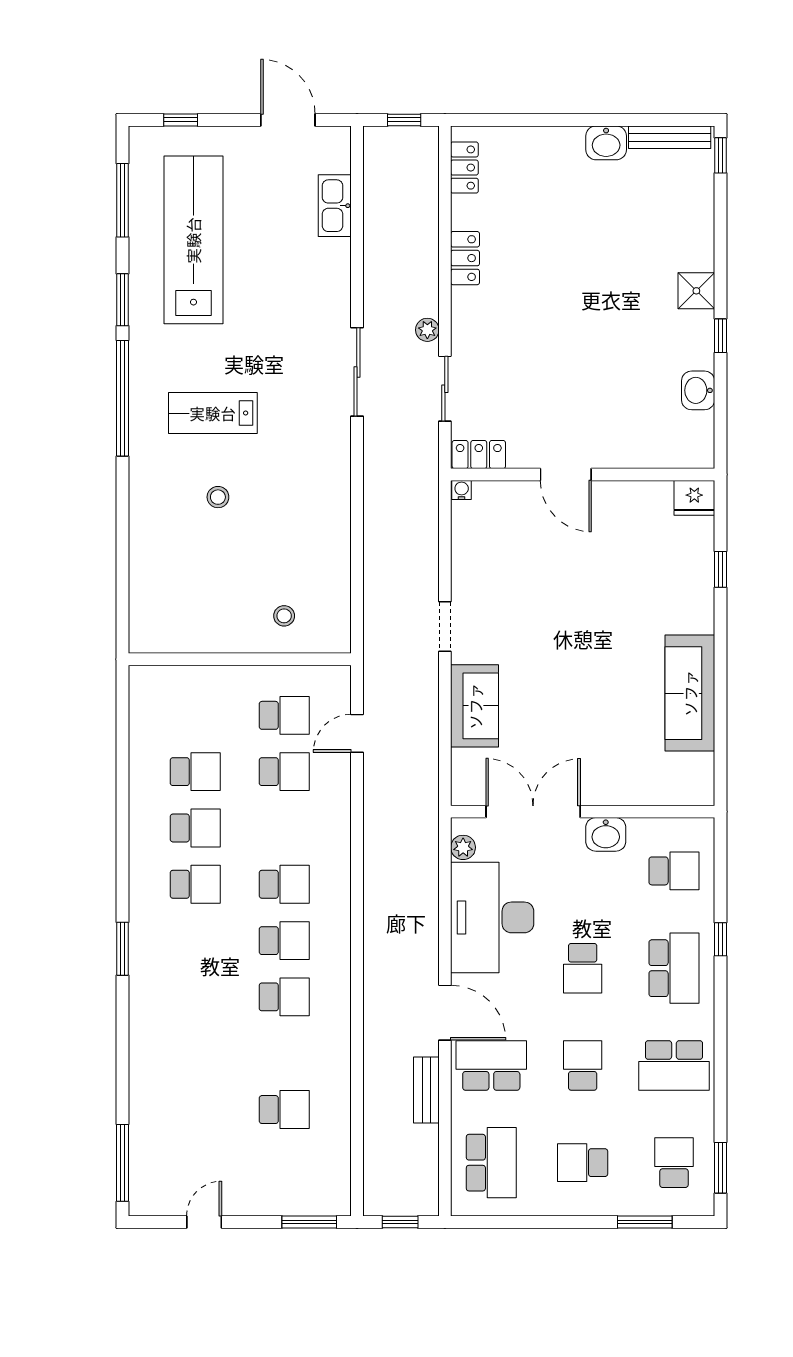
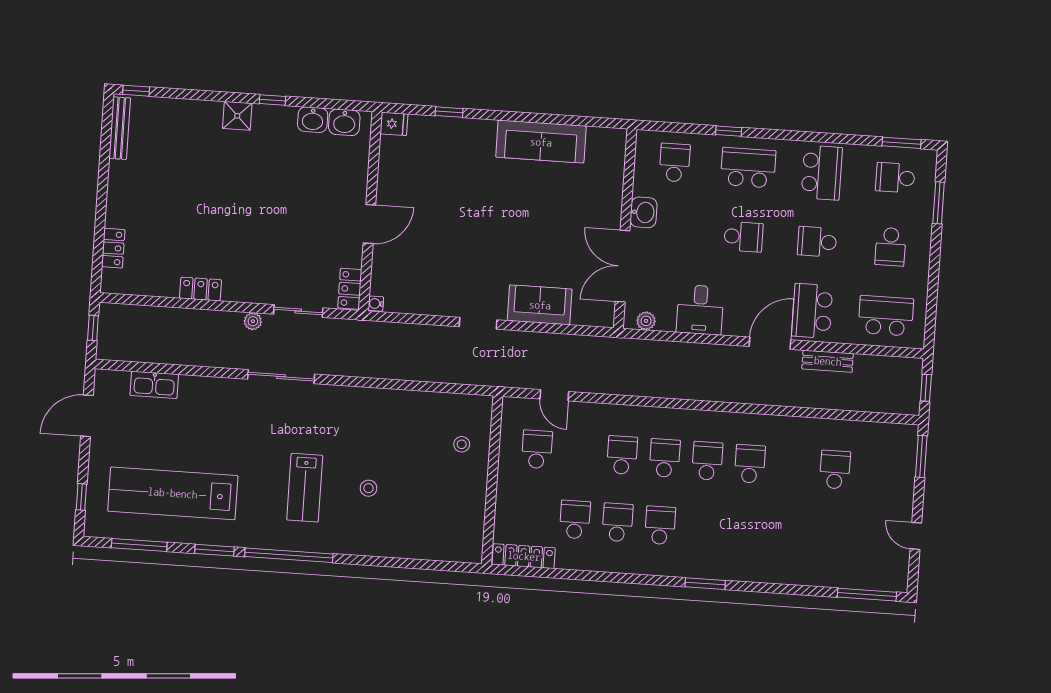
washbasin: (606, 143) -> (344, 122), moved, turned 90
locker: (464, 168) -> (113, 248), moved, turned 90
fridge: (694, 498) -> (394, 124), width x0.72
locker: (142, 707) -> (524, 556), added
school desk: (284, 772) -> (622, 455), moved
desk: (492, 917) -> (700, 310), width x0.53, depth x0.77

